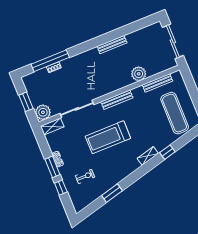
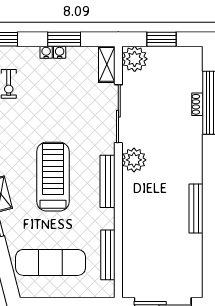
plant: (139, 74) -> (134, 160), moved
treadmill: (108, 137) -> (53, 177), moved
window: (52, 167) -> (64, 39), moved

